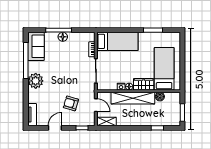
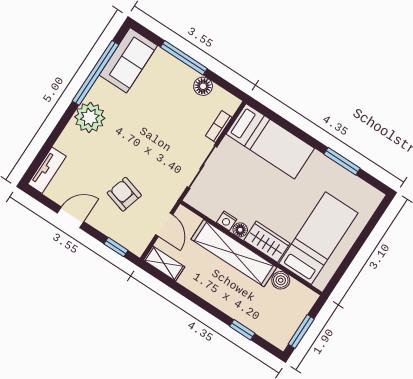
floor lamp: (63, 37) -> (203, 86), moved

